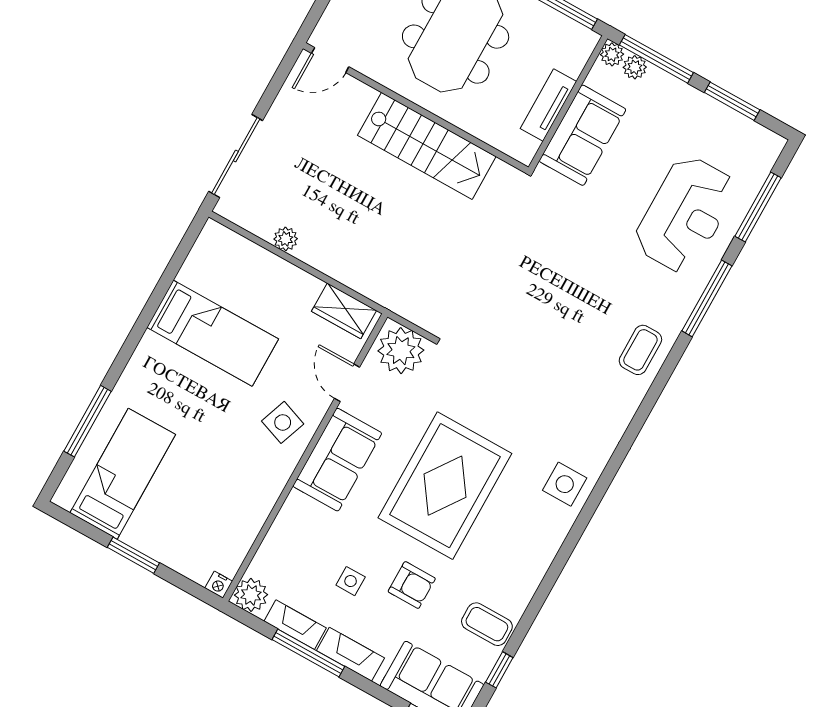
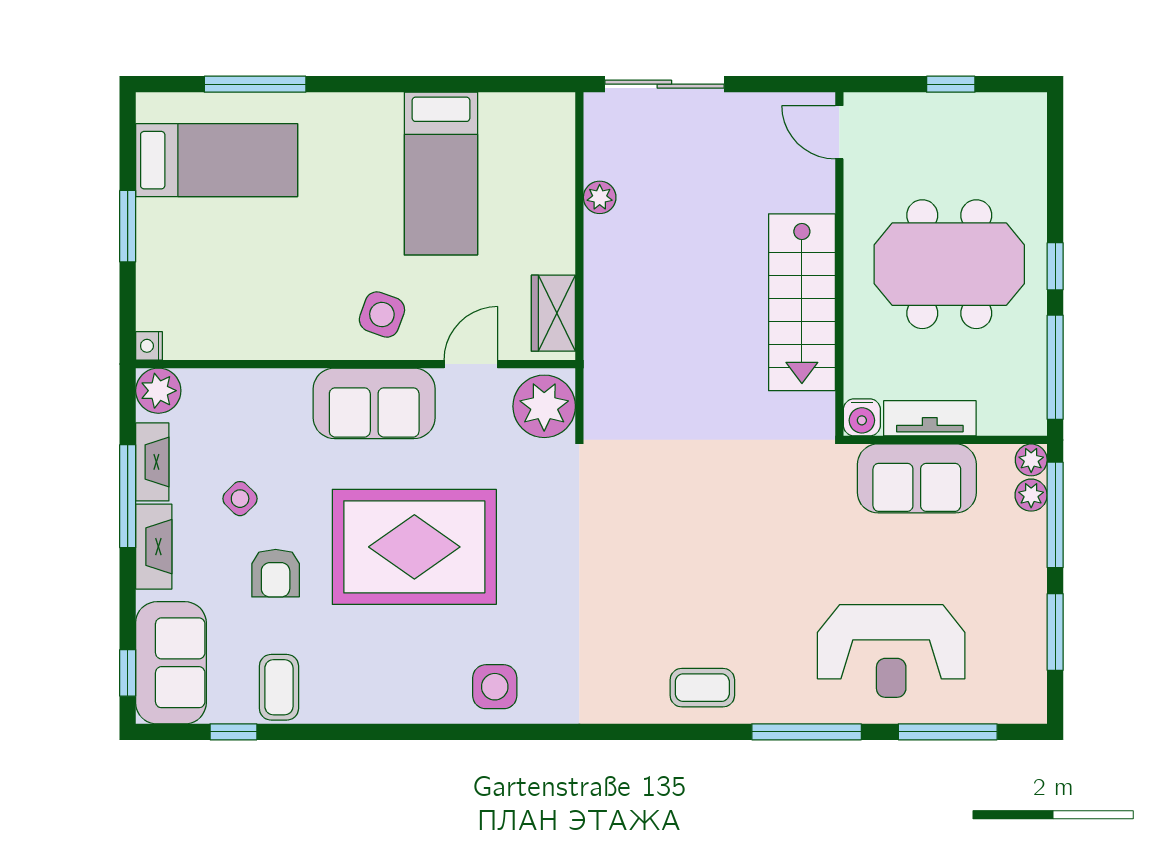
water cooler: (523, 149) -> (862, 417), added
side table: (351, 581) -> (240, 499), turned 45

